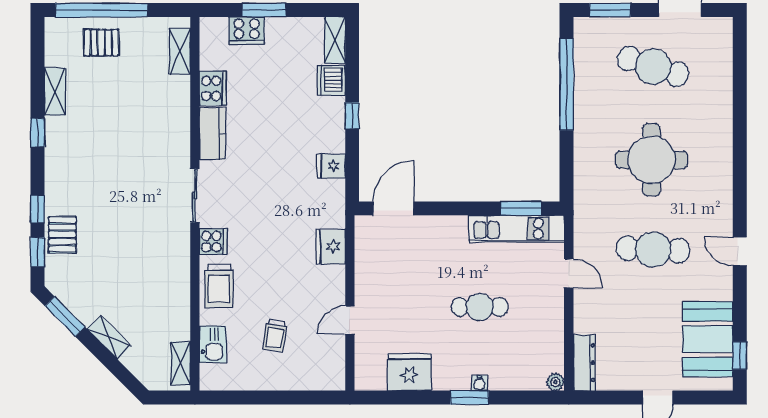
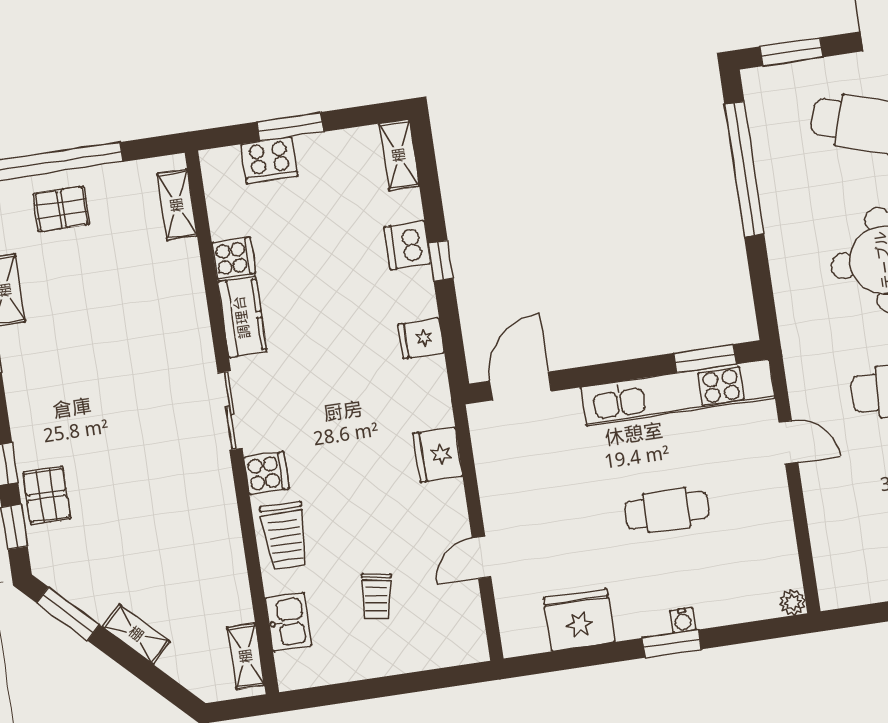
dishwasher: (331, 80) -> (408, 245), moved
cooker: (213, 88) -> (234, 258), width x0.73
kitchen unit: (516, 229) -> (678, 393), width x1.36
dresser: (584, 363) -> (830, 568), removed

